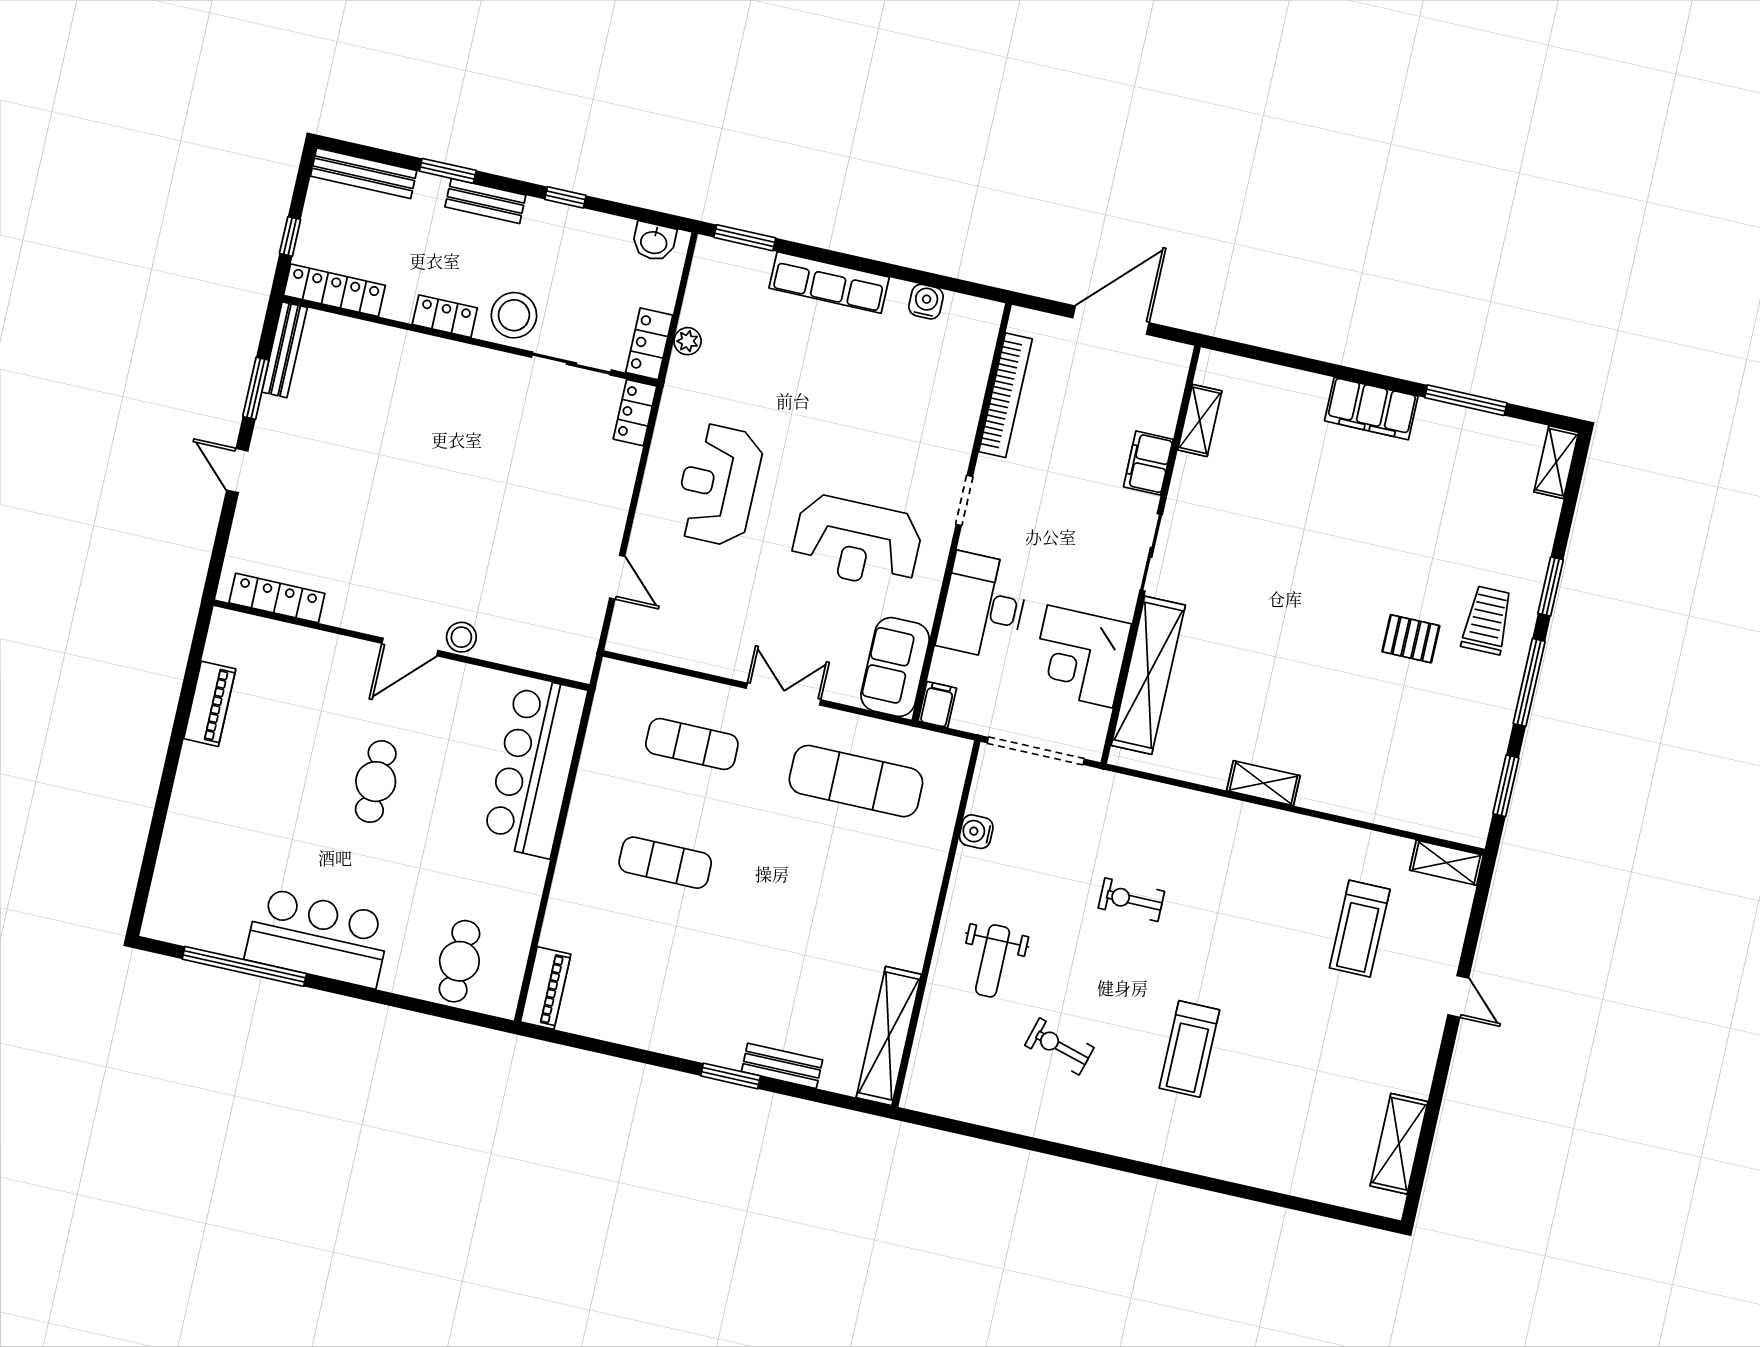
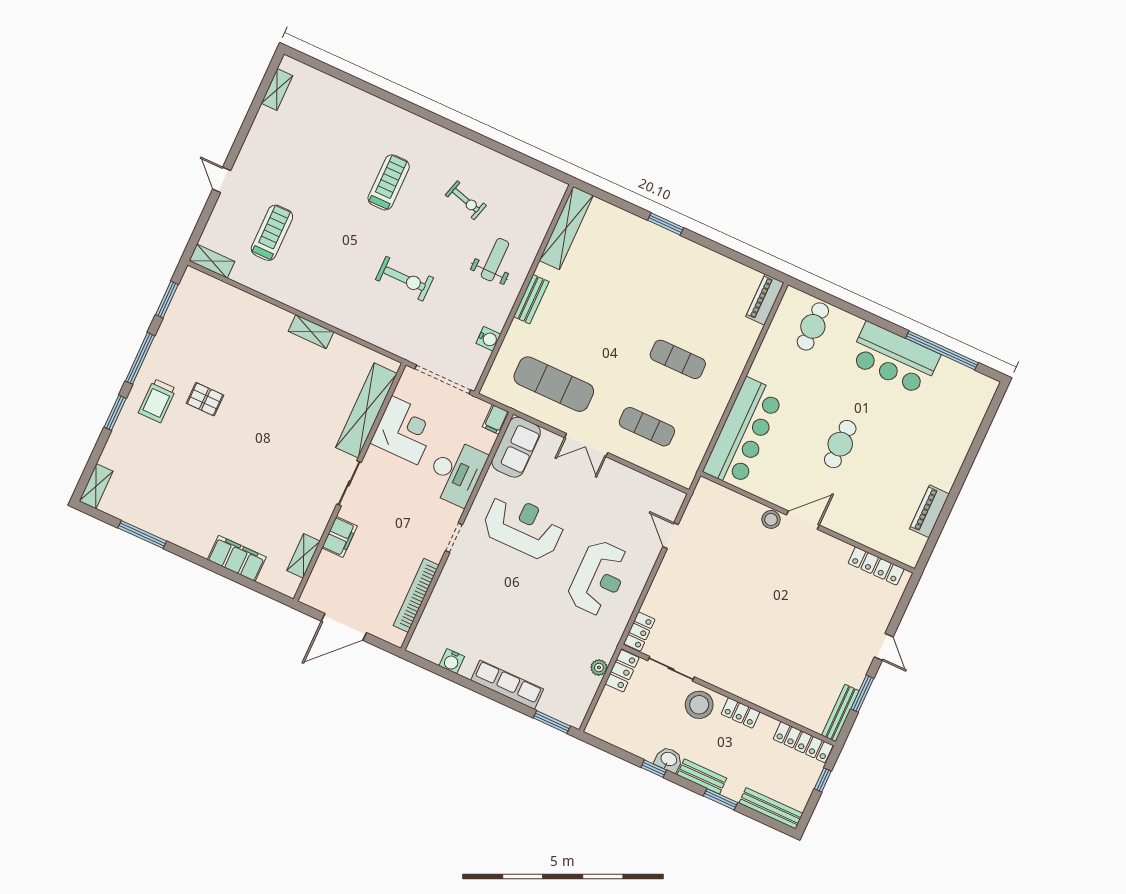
washbasin: (654, 242) -> (669, 760), moved
filing cabinet: (1371, 409) -> (237, 558), moved
exercise bike: (1131, 900) -> (404, 279), width x1.38, depth x1.39
bench: (782, 1066) -> (531, 299), moved, turned 90
shelving: (1399, 1144) -> (277, 90), width x0.67, depth x0.75

